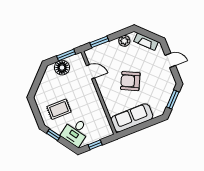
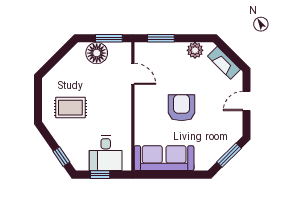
door: (170, 60) -> (246, 101), swing flipped
armchair: (130, 81) -> (182, 108), turned 64
desk: (76, 132) -> (106, 153), moved, turned -55
window: (53, 135) -> (61, 157), moved

